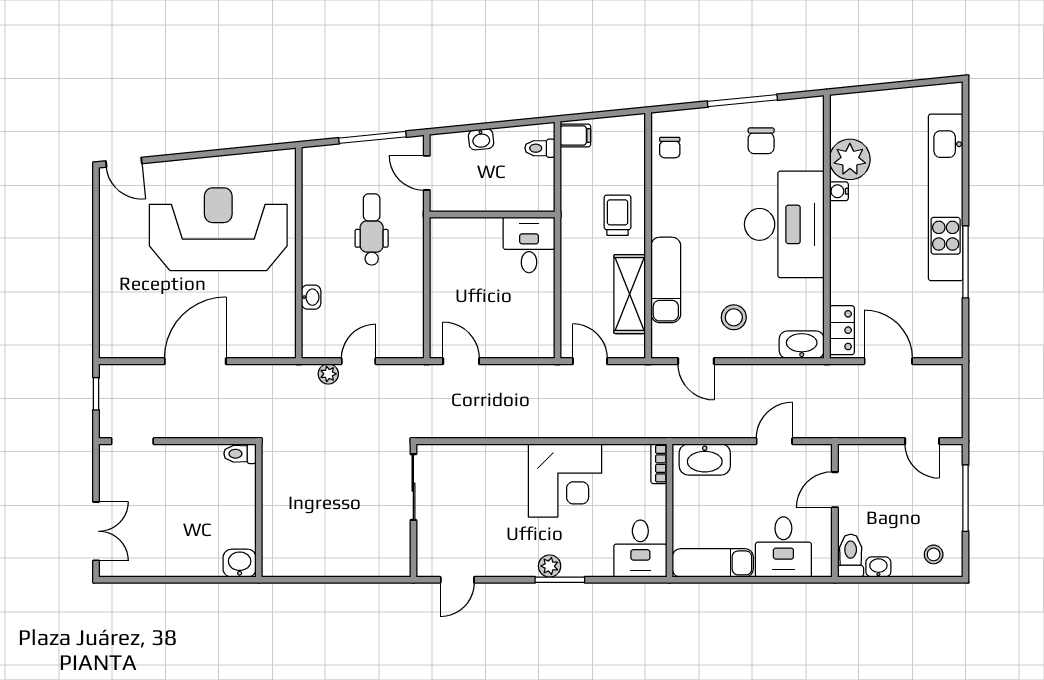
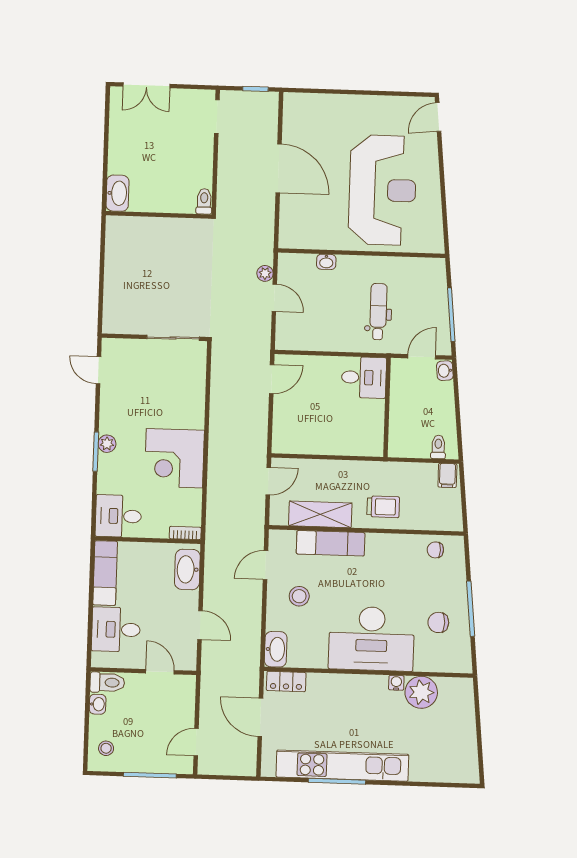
washbasin: (481, 139) -> (445, 371), moved
kitchen unit: (946, 197) -> (342, 766), moved
dental chair: (372, 229) -> (378, 312), turned -90
desk: (529, 245) -> (364, 377), moved
door: (888, 361) -> (260, 717), swing flipped
washbasin: (240, 563) -> (118, 193), width x1.38

